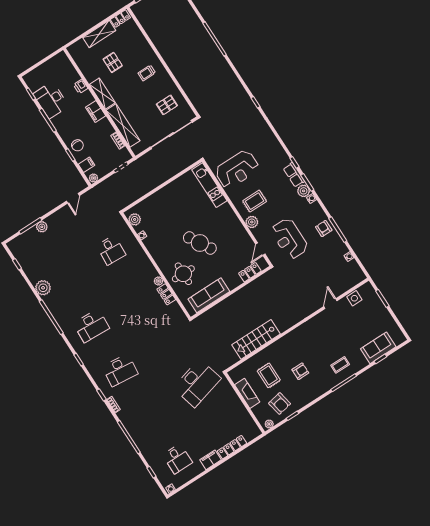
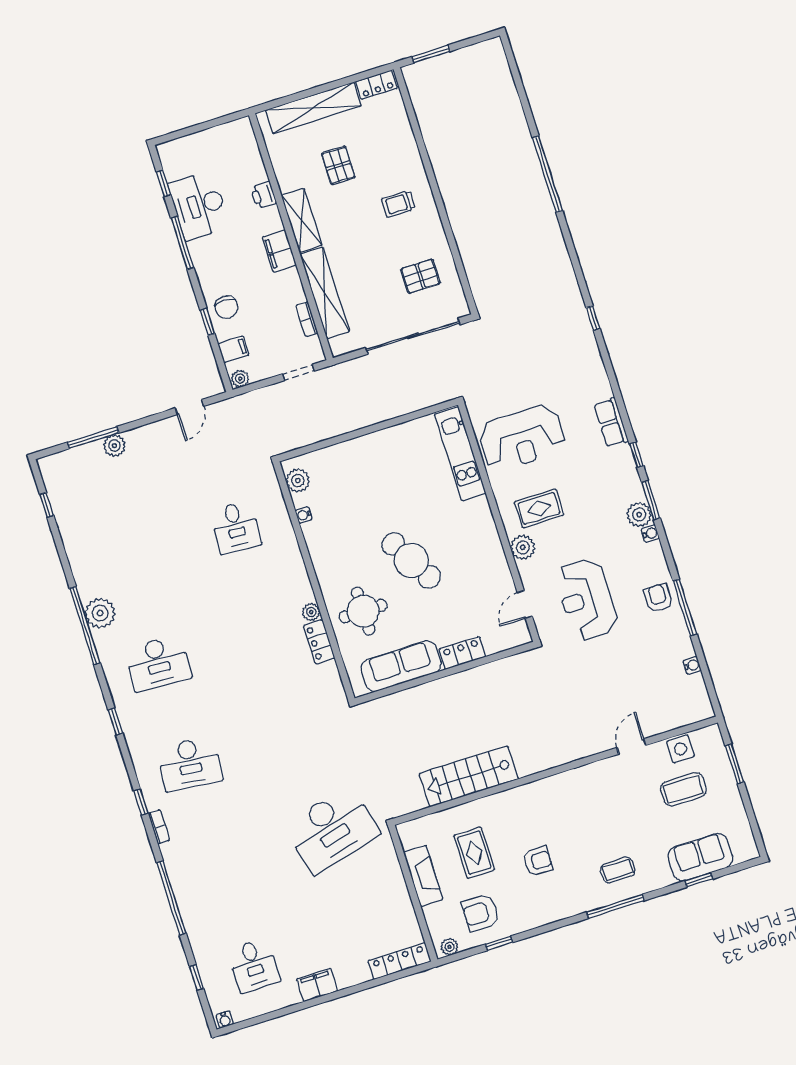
shelving: (99, 34) -> (313, 108), width x1.47
row of seats: (294, 175) -> (611, 422), moved
locker: (250, 272) -> (462, 653), moved
plant: (43, 288) -> (100, 613), moved
coffee table: (361, 317) -> (683, 789), added
armchair: (280, 403) -> (480, 913), turned 101
locker: (232, 447) -> (399, 961), moved

